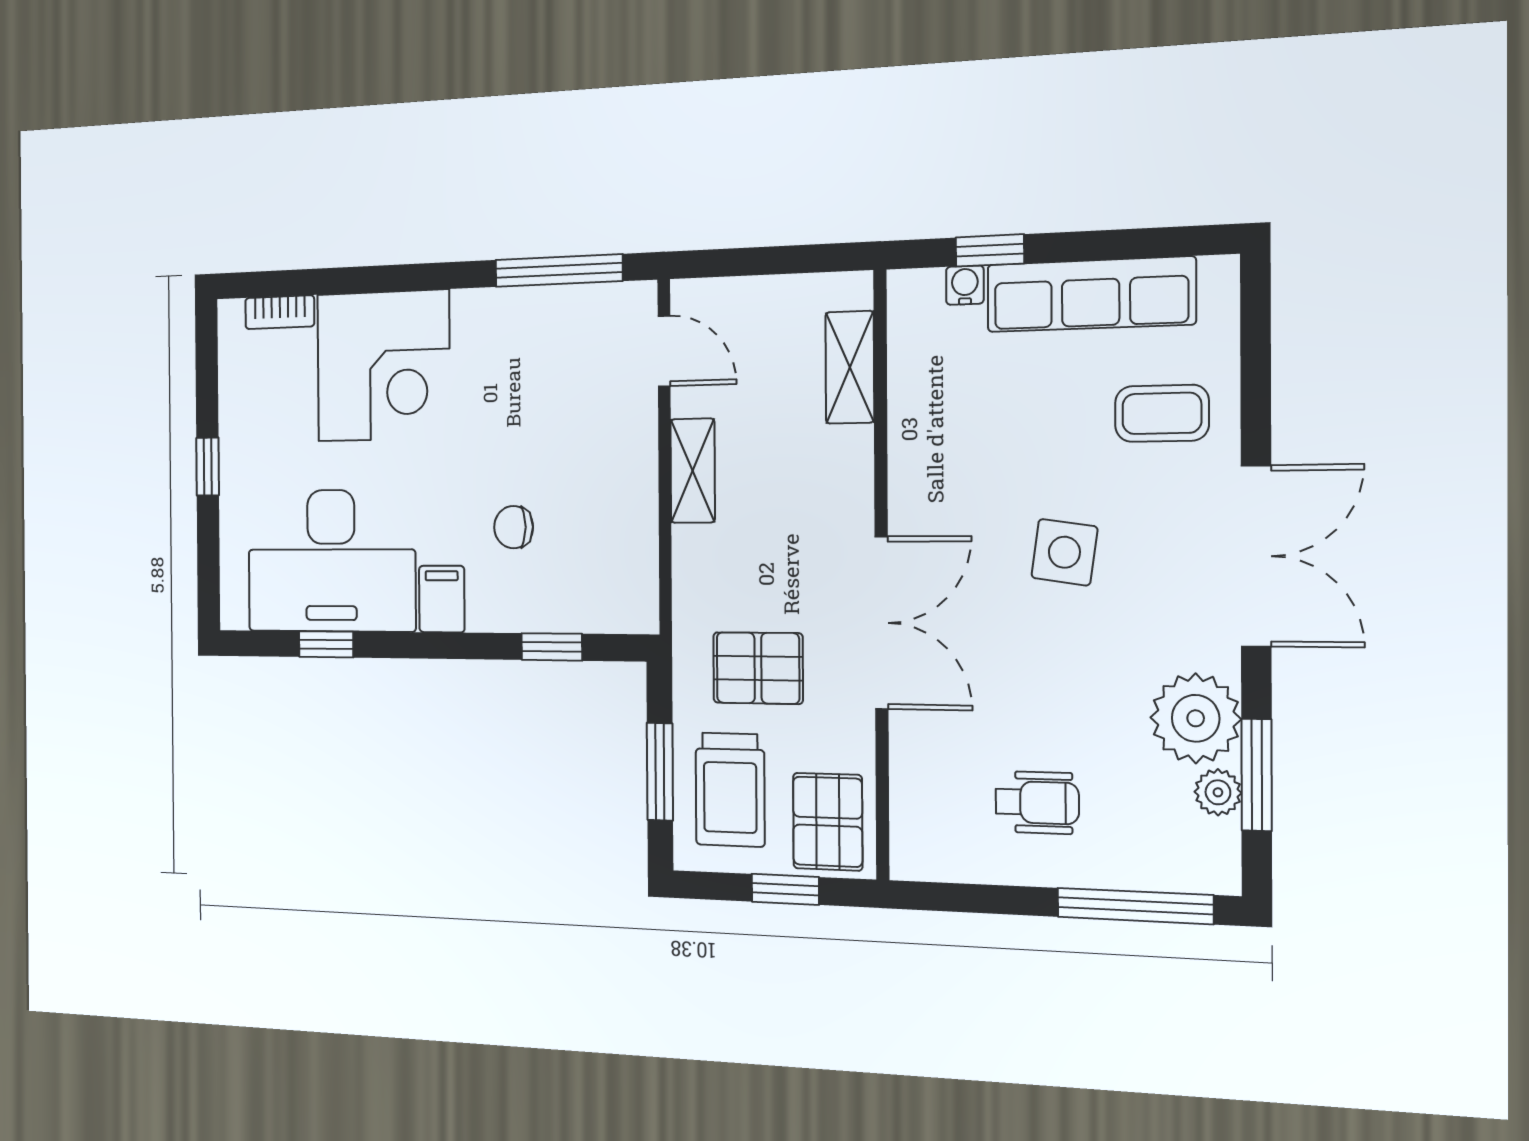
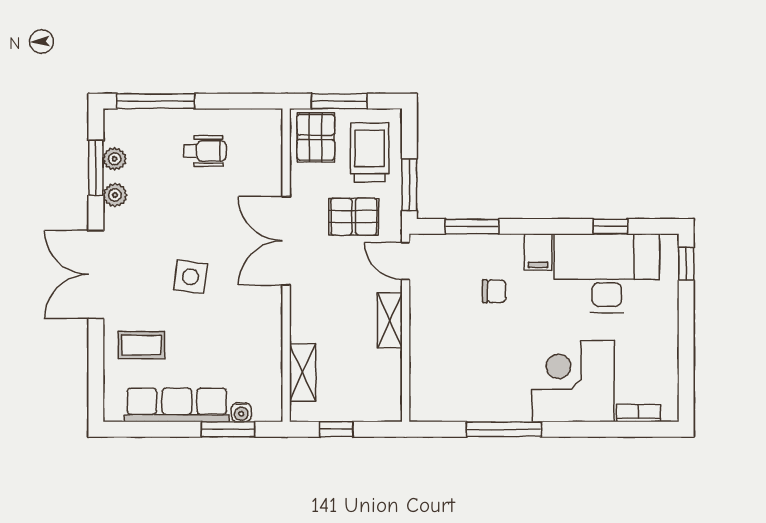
window: (990, 250) -> (228, 429), width x1.50
window: (787, 260) -> (336, 429), added
window: (559, 270) -> (504, 429), moved
door: (664, 351) -> (406, 261), moved
window: (208, 467) -> (686, 264), moved
window: (552, 647) -> (472, 226), width x1.50
plant: (1196, 718) -> (115, 195), width x0.53, depth x0.53
window: (660, 772) -> (409, 185), moved
wheelchair: (1037, 802) -> (205, 151), turned 180
window: (785, 889) -> (339, 101), width x1.50

